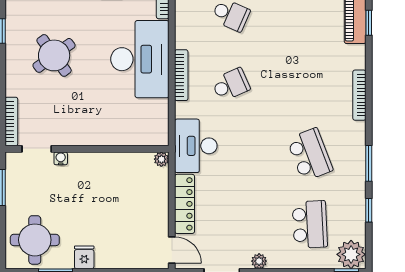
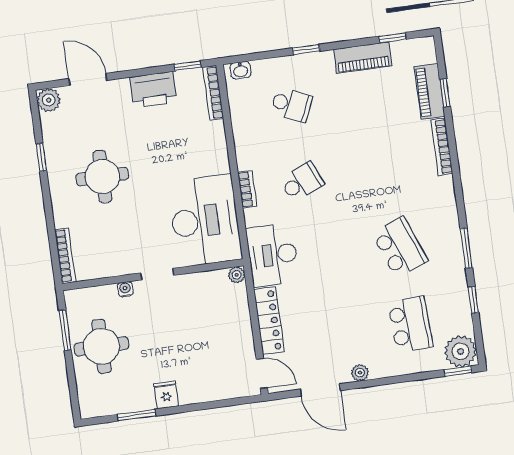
round table: (54, 55) -> (102, 176), turned 36
desk: (140, 59) -> (205, 221), moved
bookcase: (181, 75) -> (247, 189), width x0.64
bookcase: (359, 95) -> (442, 147), moved
doorway: (37, 149) -> (157, 274), moved
round table: (35, 240) -> (101, 346), moved

